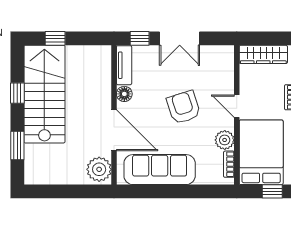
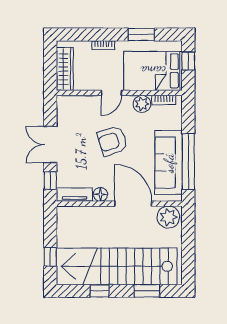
double door: (180, 38) -> (50, 145), swing flipped
stairs: (44, 94) -> (117, 266), width x1.36
door: (114, 130) -> (133, 204), hinge flipped
window: (161, 191) -> (188, 161), added

